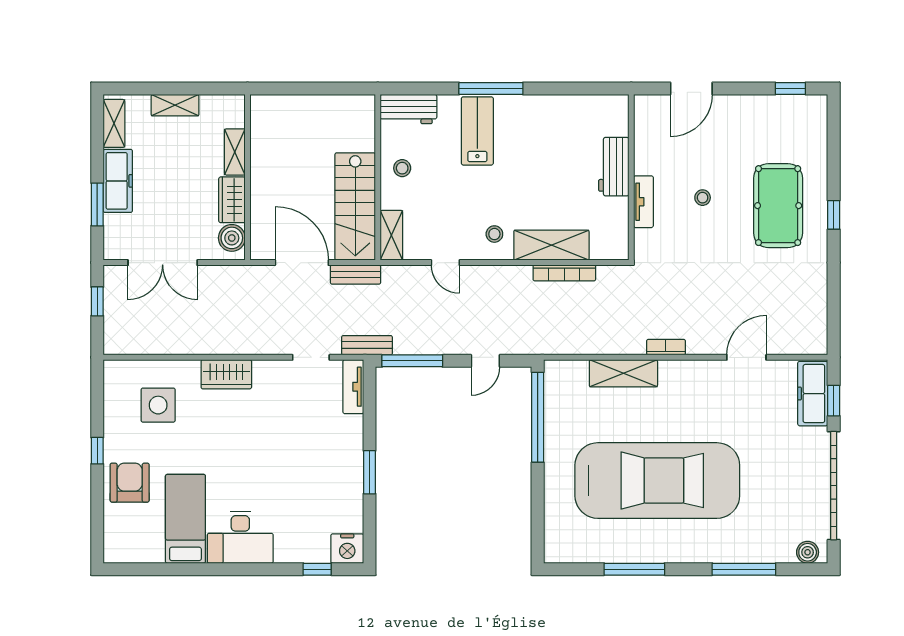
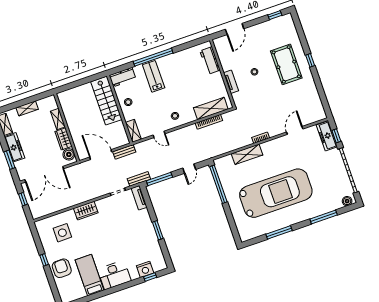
window: (491, 89) -> (153, 57), width x1.46
workbench: (614, 167) -> (210, 60), moved
stairs: (355, 206) -> (106, 101), moved
shelving: (551, 245) -> (211, 108), moved
double door: (163, 263) -> (44, 174), width x1.36
nightstand: (347, 549) -> (145, 269), moved

